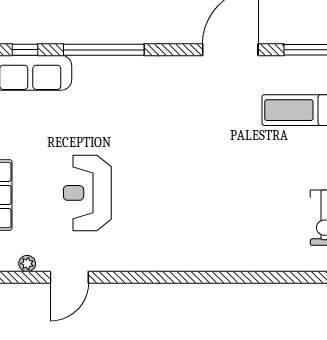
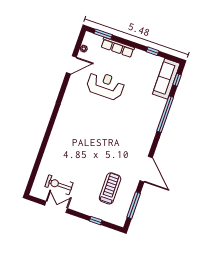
door: (69, 277) -> (71, 65), swing flipped

